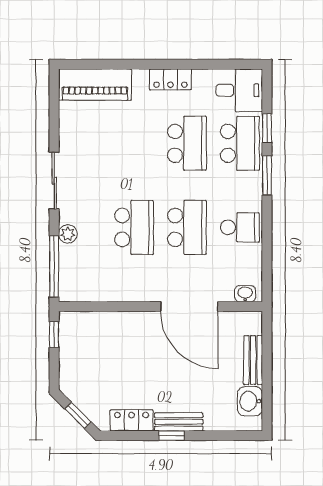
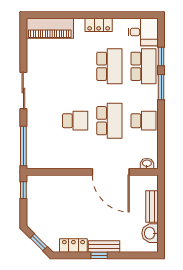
school desk: (134, 227) -> (75, 121), width x0.54
plant: (68, 234) -> (32, 125), removed

